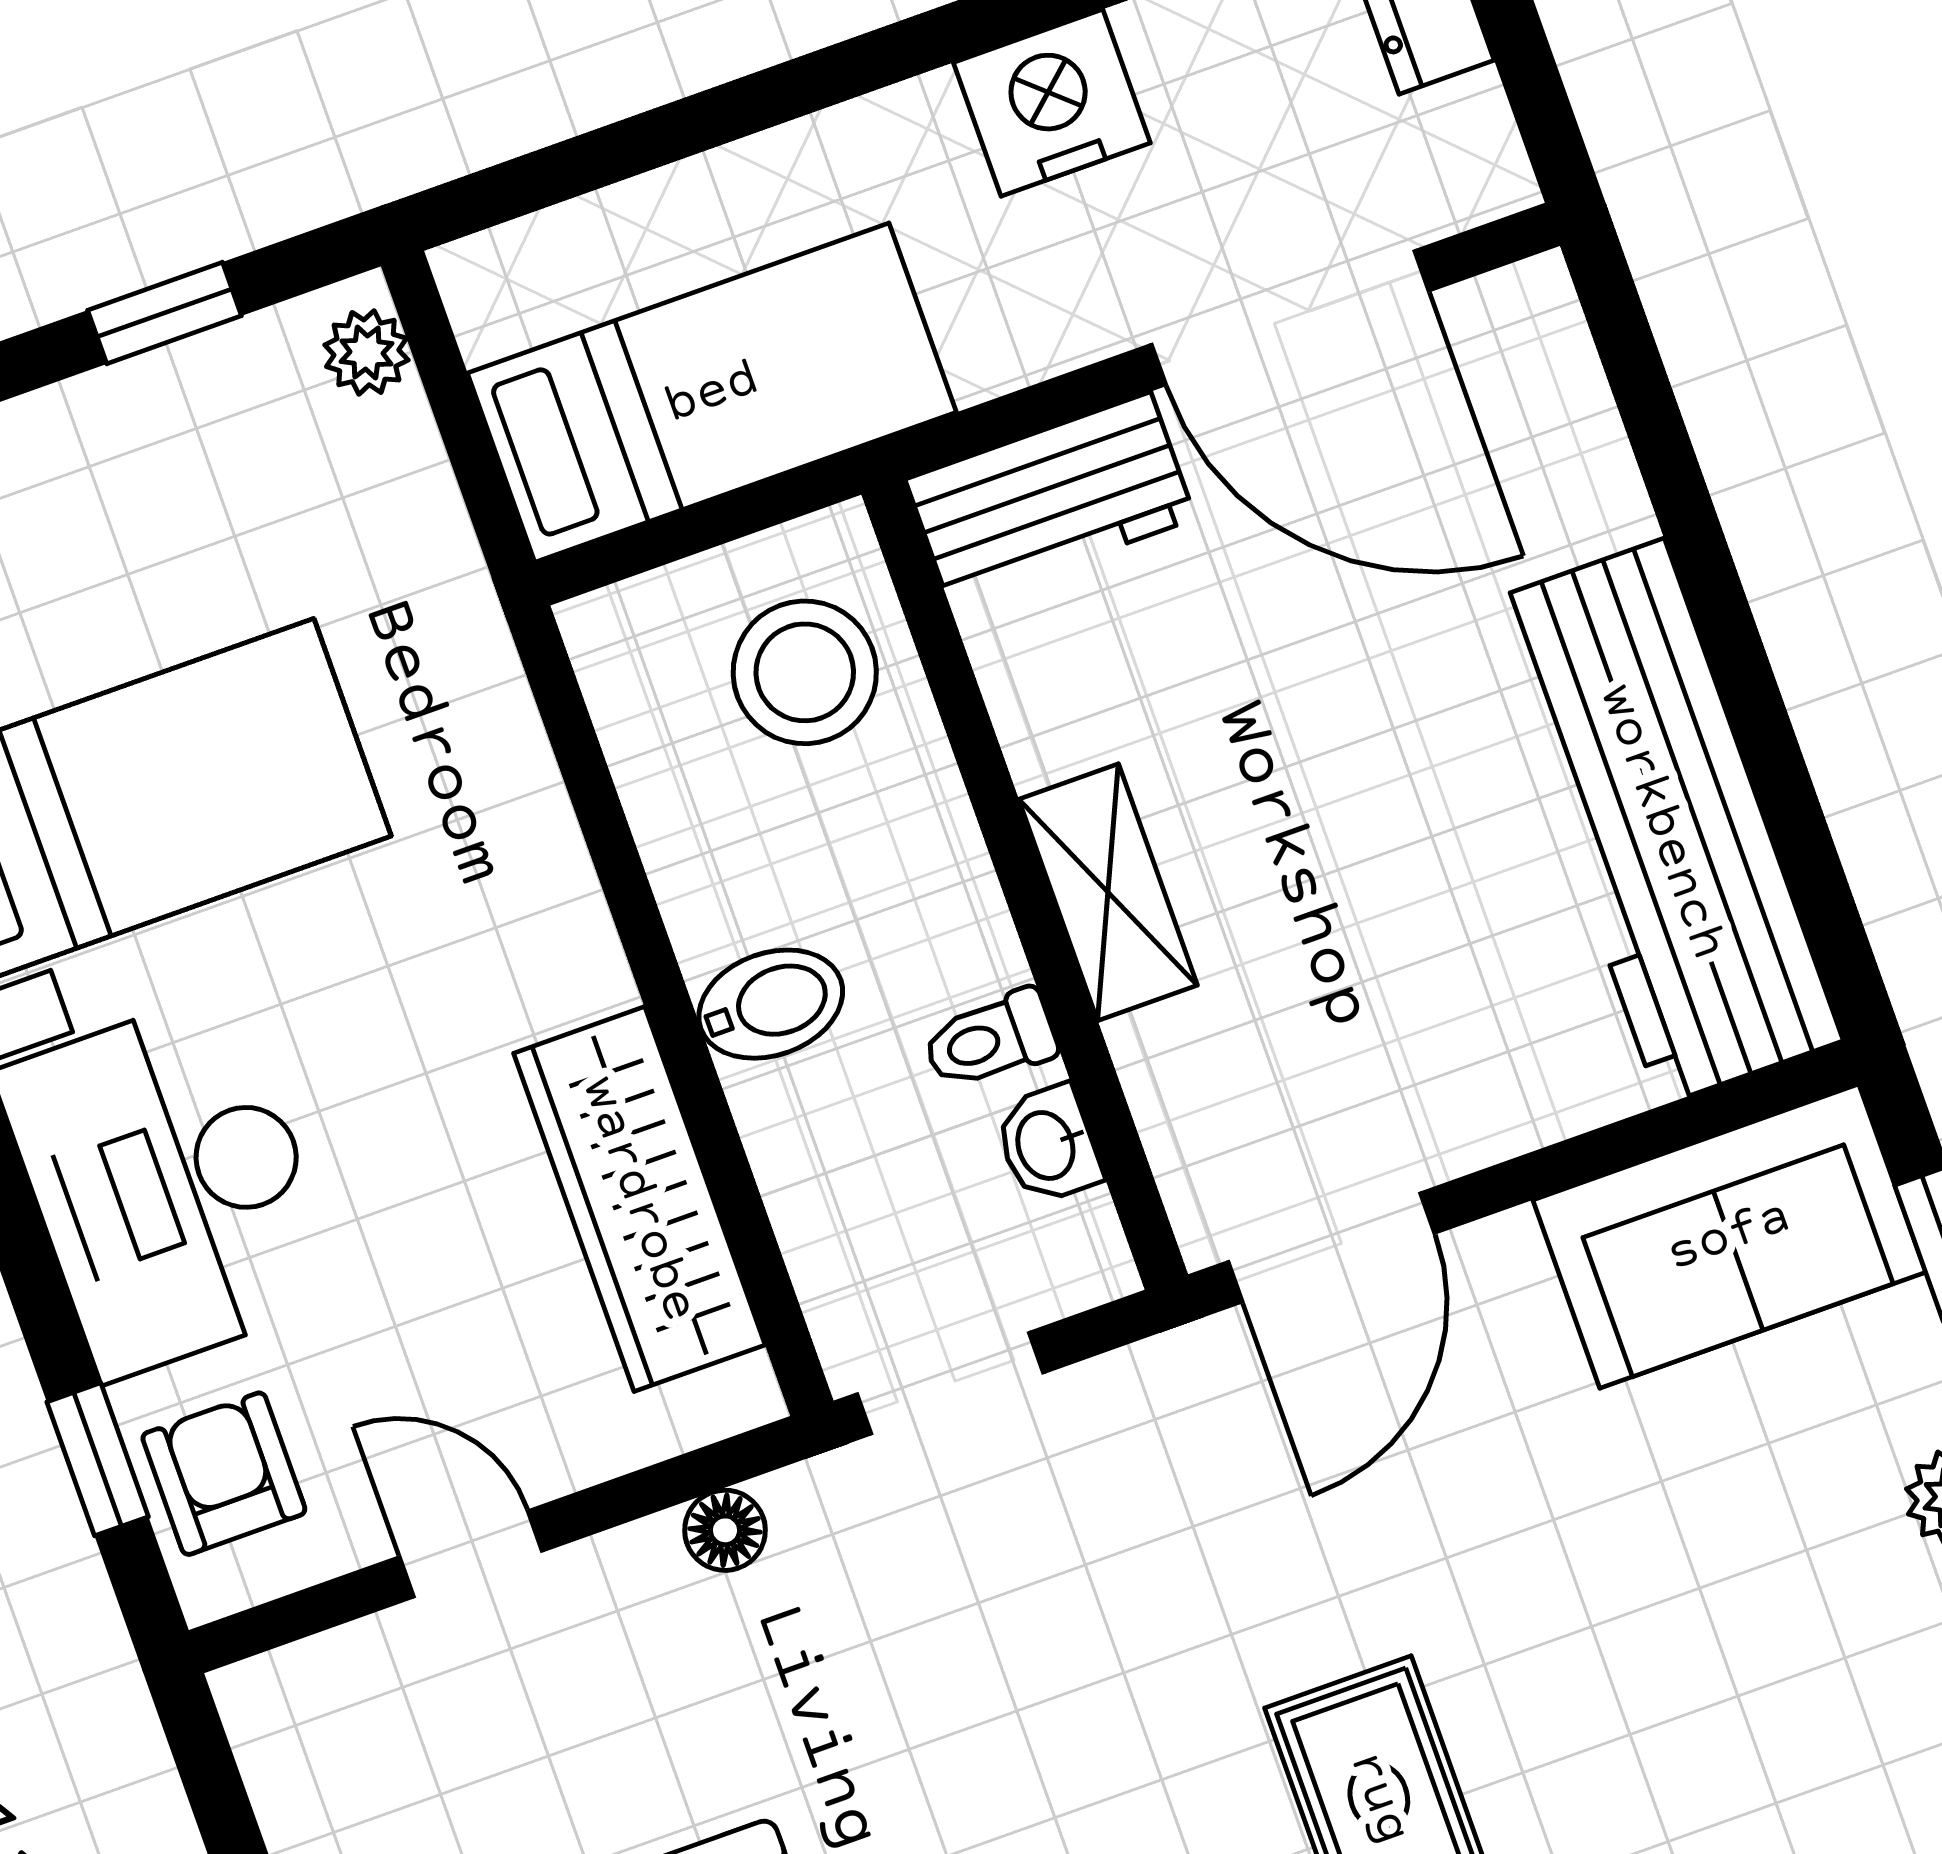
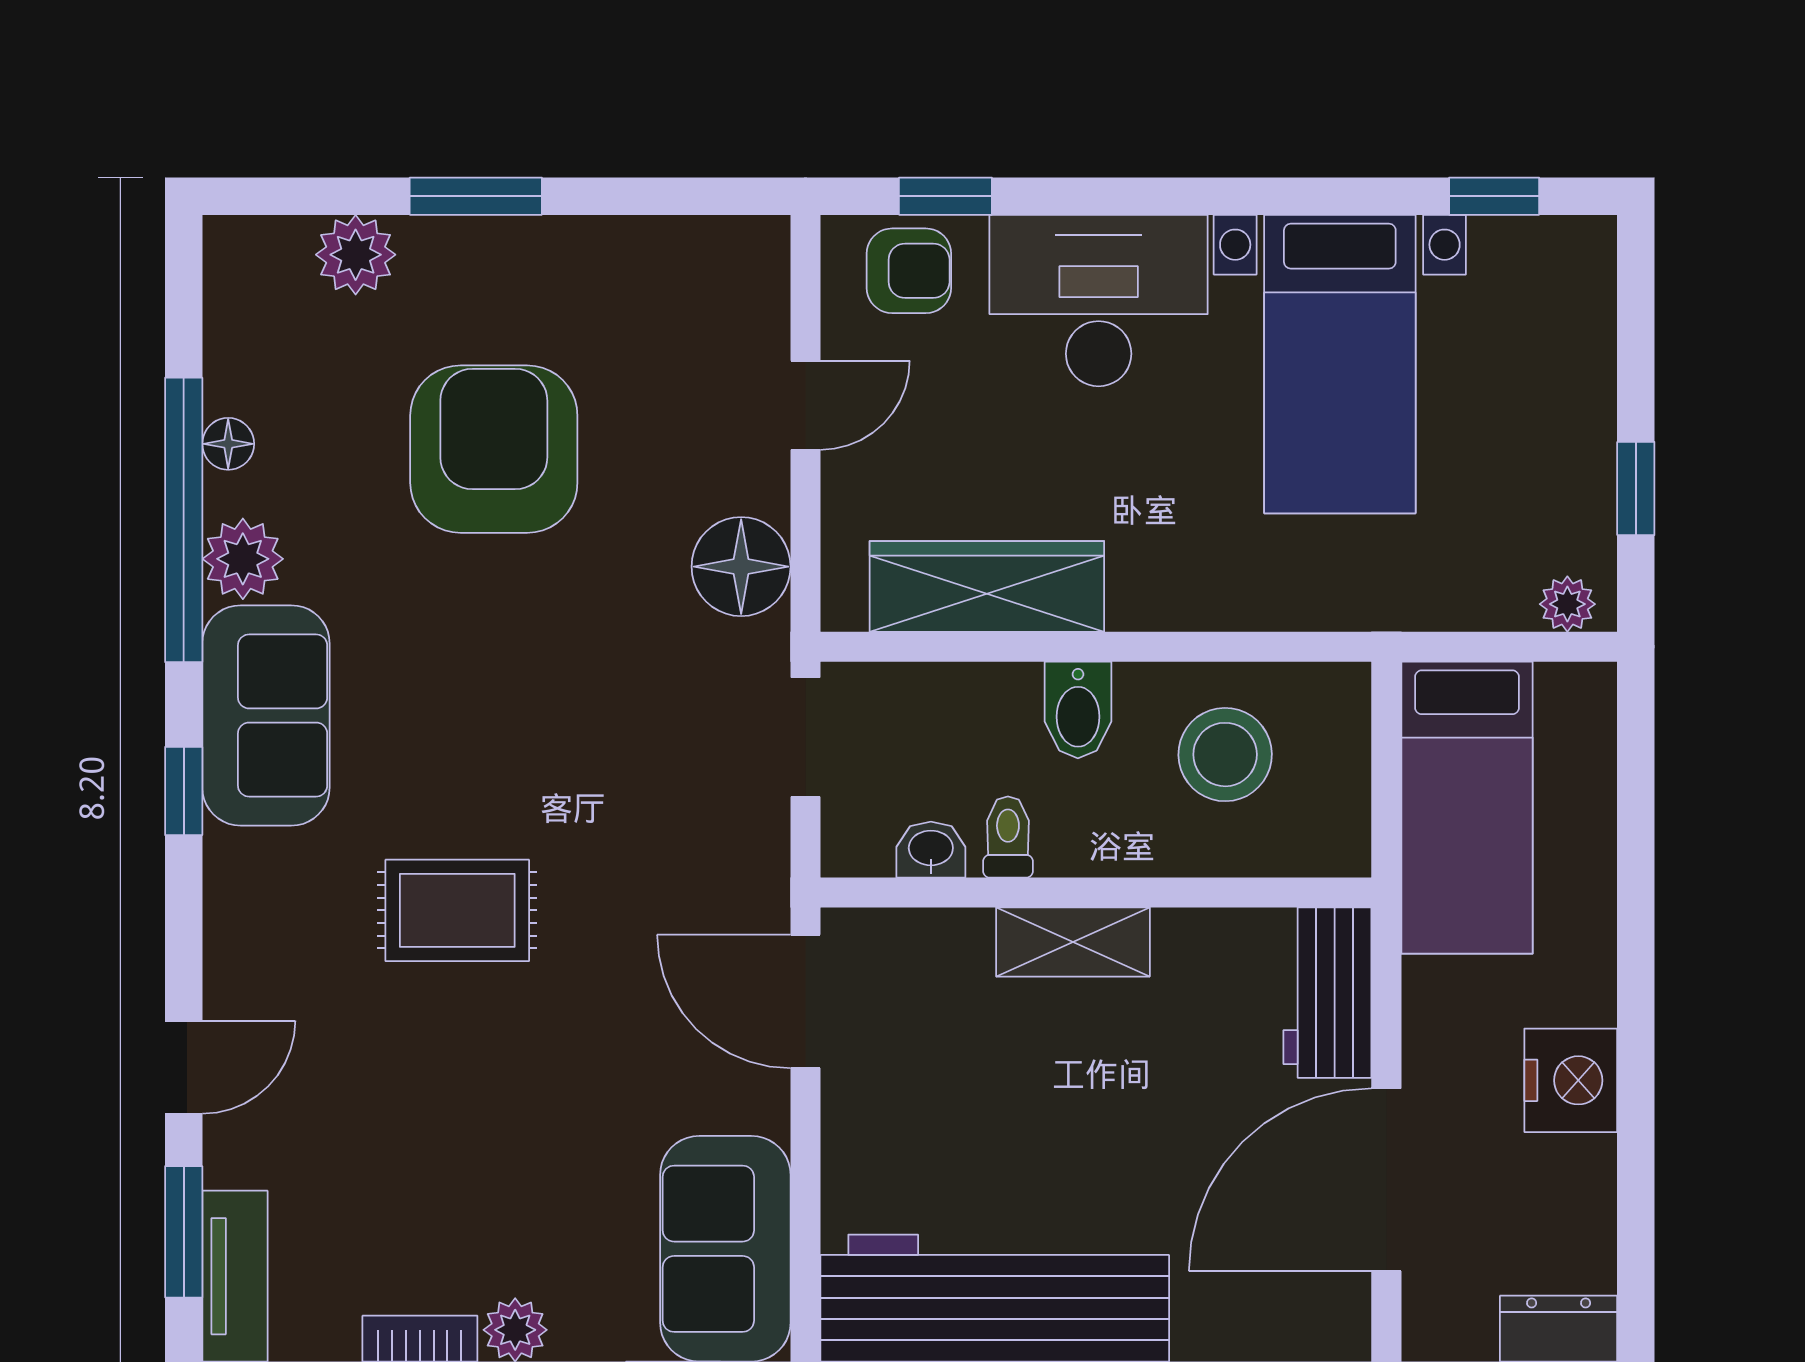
stool: (805, 672) -> (1225, 755), moved
floor lamp: (725, 1530) -> (741, 567), width x1.89, depth x1.89

